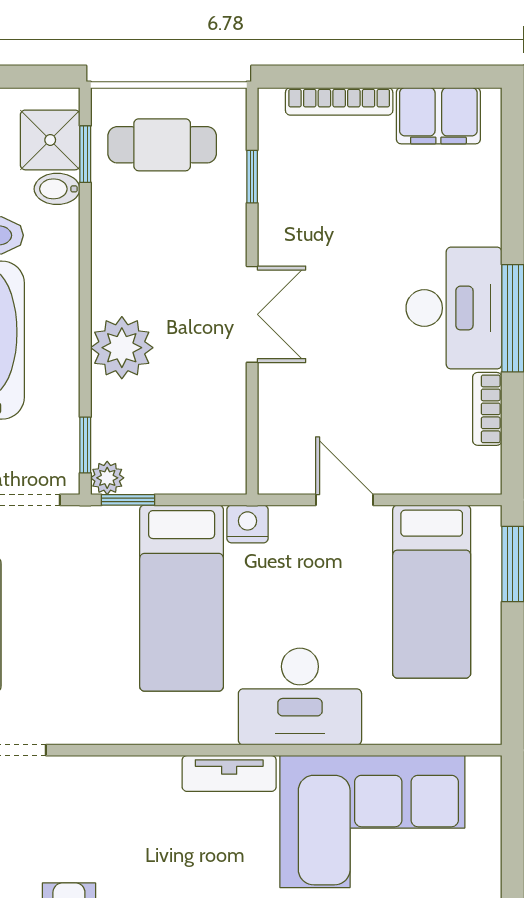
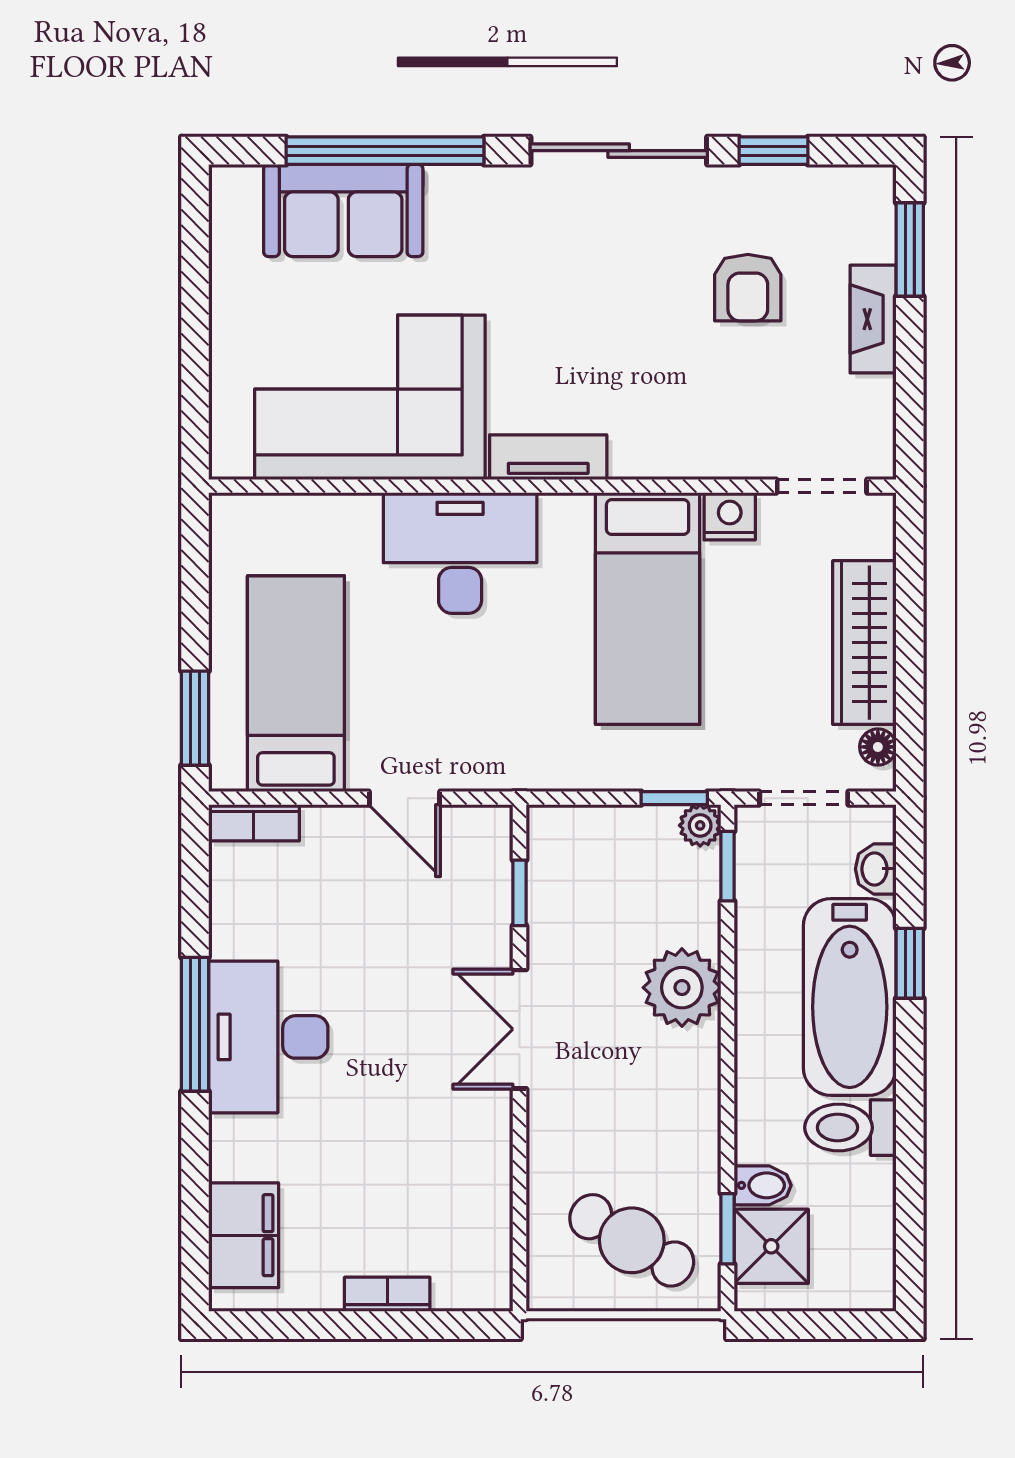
bookcase: (339, 101) -> (387, 1294), width x0.64
filing cabinet: (438, 116) -> (244, 1235), moved, turned 90
cafe table: (162, 145) -> (632, 1240), turned 30
window: (252, 177) -> (520, 893), moved
bookcase: (487, 409) -> (254, 823), moved, turned 90
nightstand: (248, 524) -> (730, 516), moved, turned 180
bed: (182, 598) -> (648, 609), moved, turned 180

